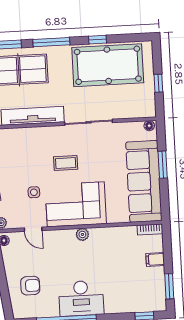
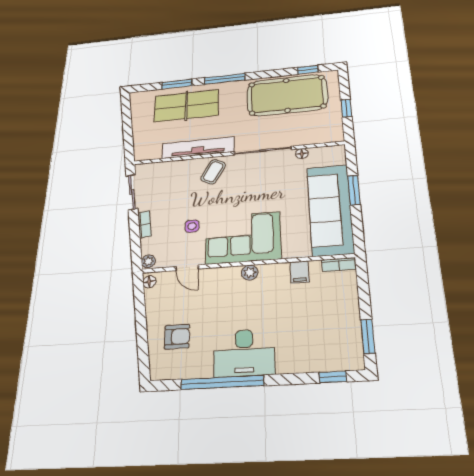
window: (97, 40) -> (308, 70), moved
floor lamp: (149, 126) -> (302, 154), moved
coffee table: (66, 163) -> (213, 172), moved, turned -61
filing cabinet: (155, 259) -> (300, 272), moved, turned -90

